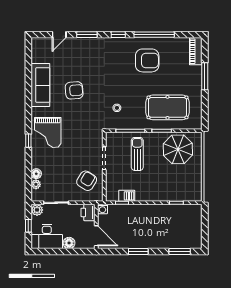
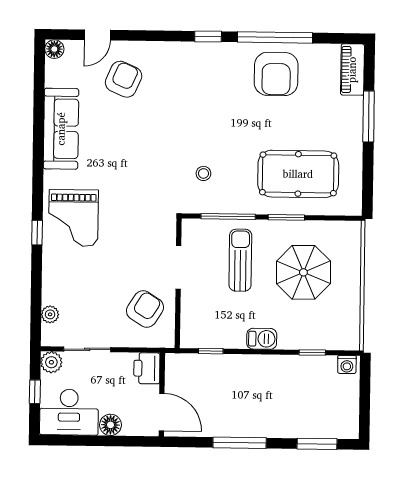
window: (87, 35) -> (149, 36), removed
armchair: (147, 60) -> (276, 74), moved, turned 90
armchair: (74, 90) -> (124, 79), moved, turned -61
parasol: (178, 149) -> (303, 272), moved
floor lamp: (36, 174) -> (54, 49), moved
barbecue: (127, 196) -> (262, 339), moved
washing machine: (102, 209) -> (347, 365), moved
window: (138, 252) -> (240, 443), width x1.44

